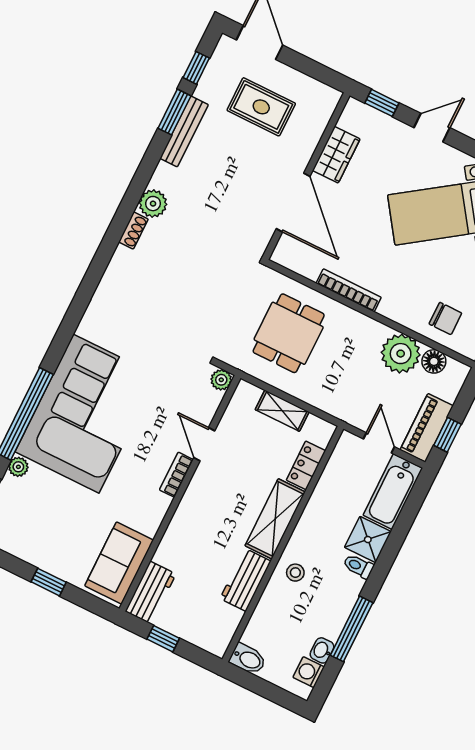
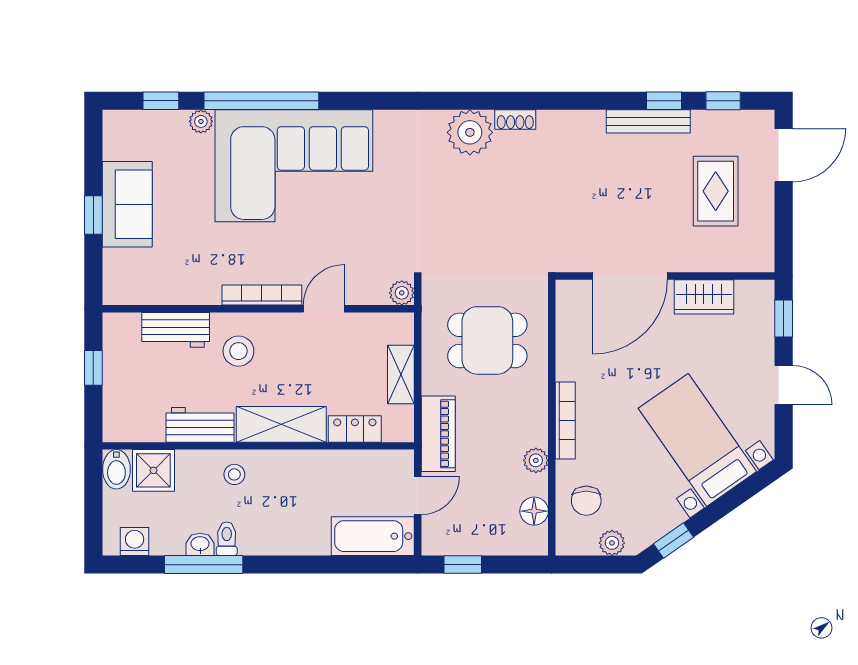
window: (174, 112) -> (664, 101), width x0.67
plant: (153, 204) -> (470, 132), moved, width x1.36, depth x1.36
bookcase: (349, 290) -> (565, 420), moved
plant: (401, 354) -> (536, 460), width x0.53, depth x0.53
piano: (427, 428) -> (438, 434), moved, turned 90
bookcase: (176, 475) -> (262, 295), width x1.56
stool: (204, 524) -> (238, 351), added
shower: (368, 540) -> (153, 470), moved
sofa: (119, 563) -> (127, 204), moved, turned 90
toilet: (358, 566) -> (227, 539), moved
workbench: (151, 593) -> (176, 330), moved
washbasin: (322, 650) -> (200, 544), moved

